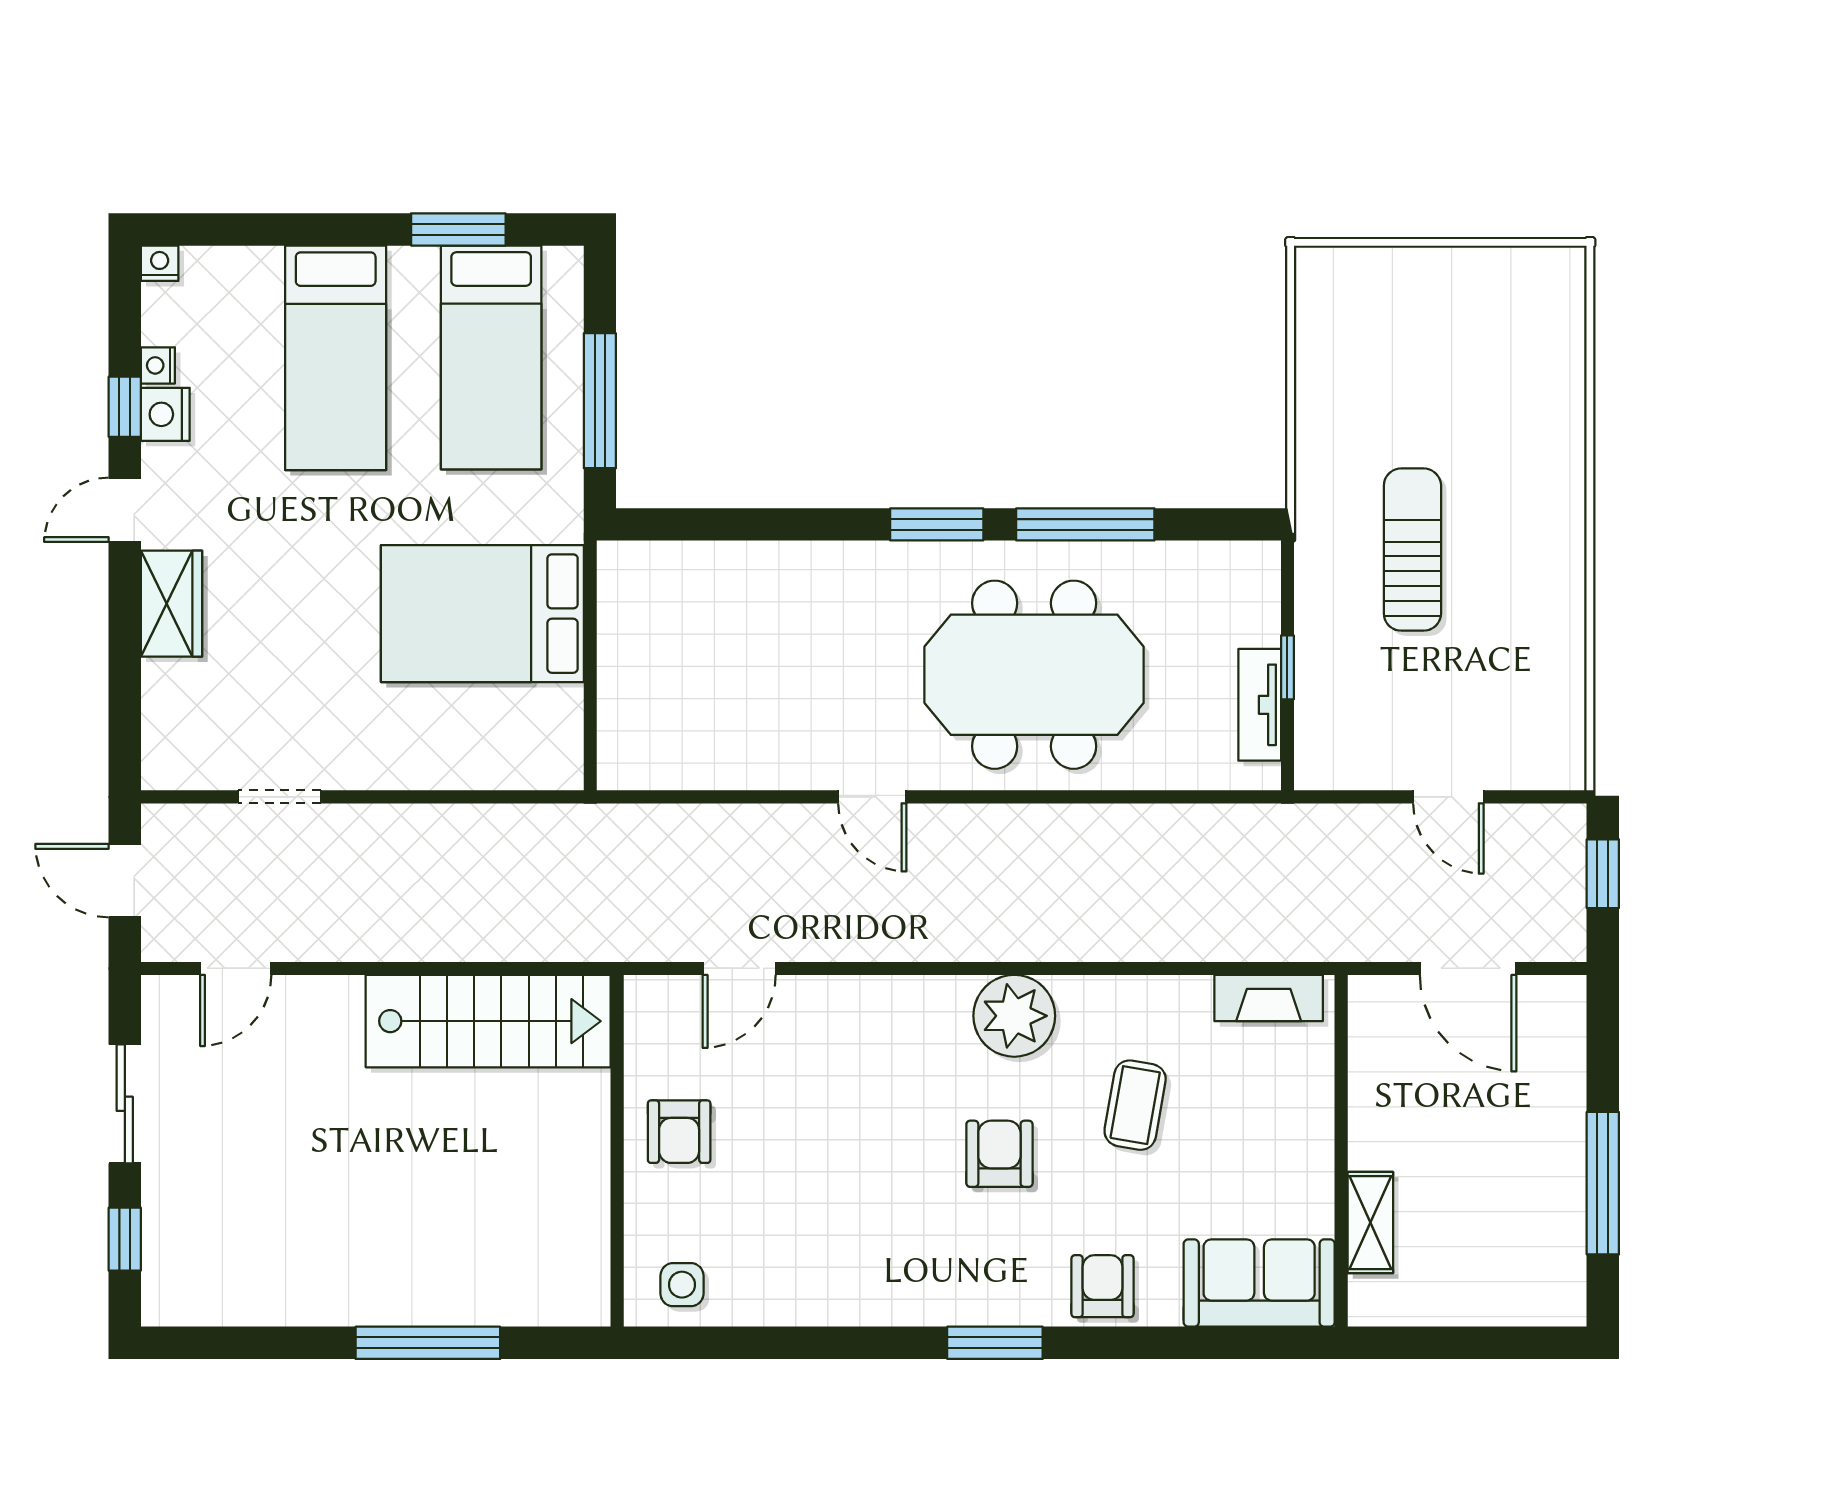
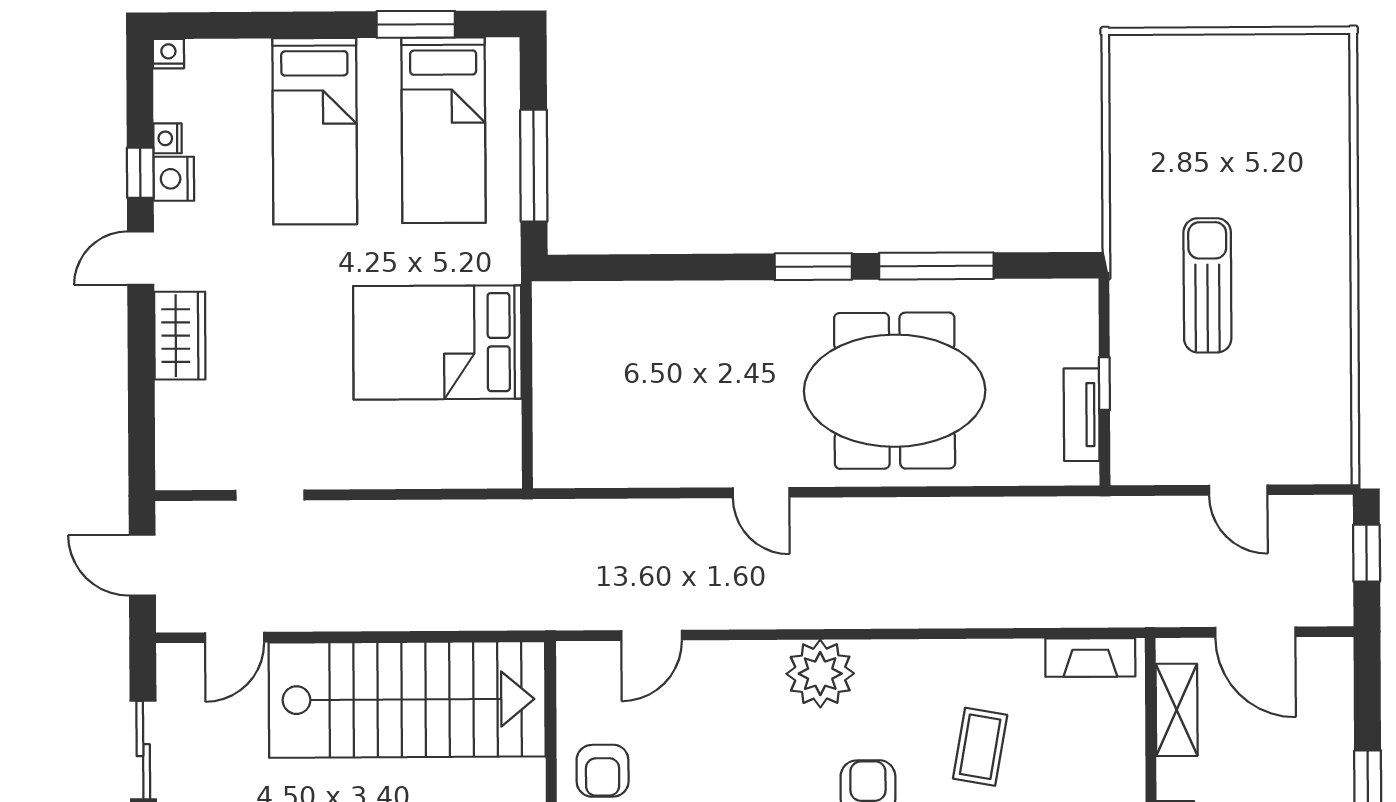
plant: (1014, 1016) -> (820, 674), moved
stairs: (488, 1021) -> (407, 700), width x1.36, depth x1.51
shelving: (1373, 1062) -> (1177, 710), added

